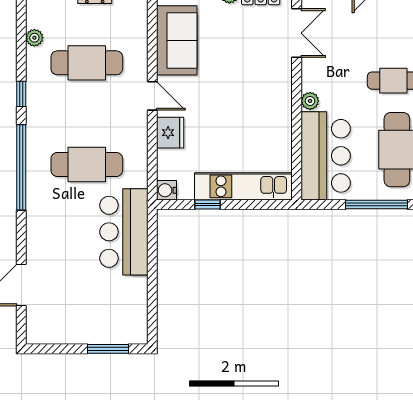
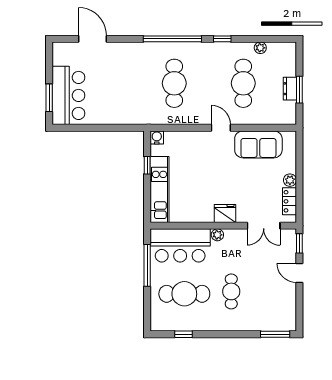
door: (152, 96) -> (221, 128), swing flipped
fridge: (170, 133) -> (225, 214), moved, turned 180
window: (376, 204) -> (147, 265), moved
bar counter: (124, 232) -> (68, 95), moved, turned 90

